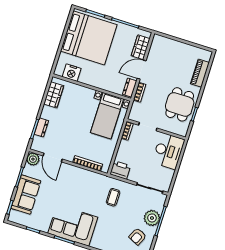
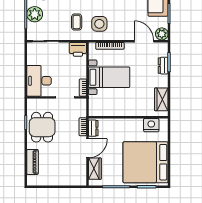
bed with nightstands: (107, 116) -> (109, 77), moved, turned 90
side table: (91, 188) -> (99, 24), added

